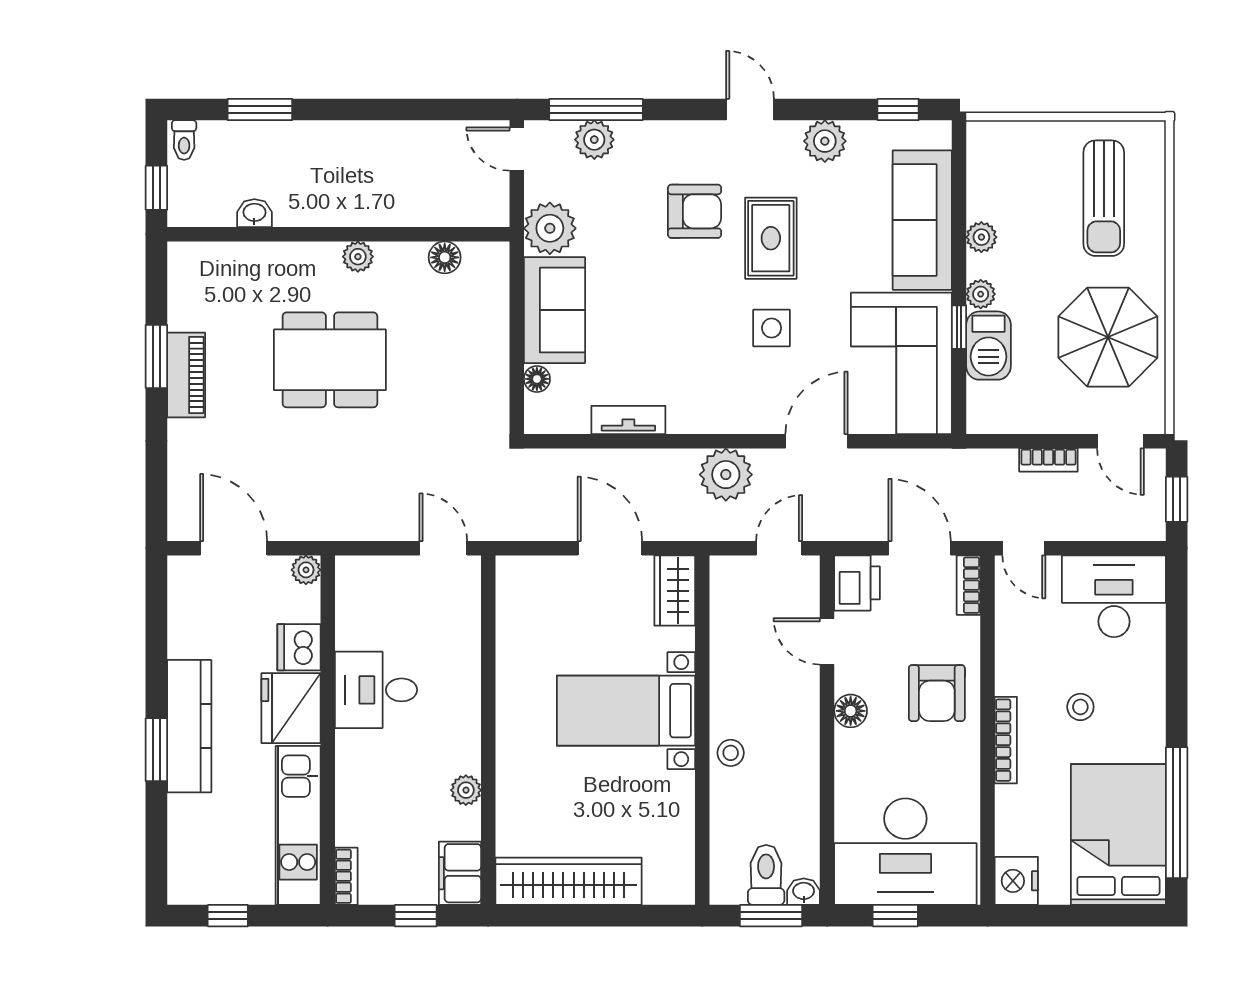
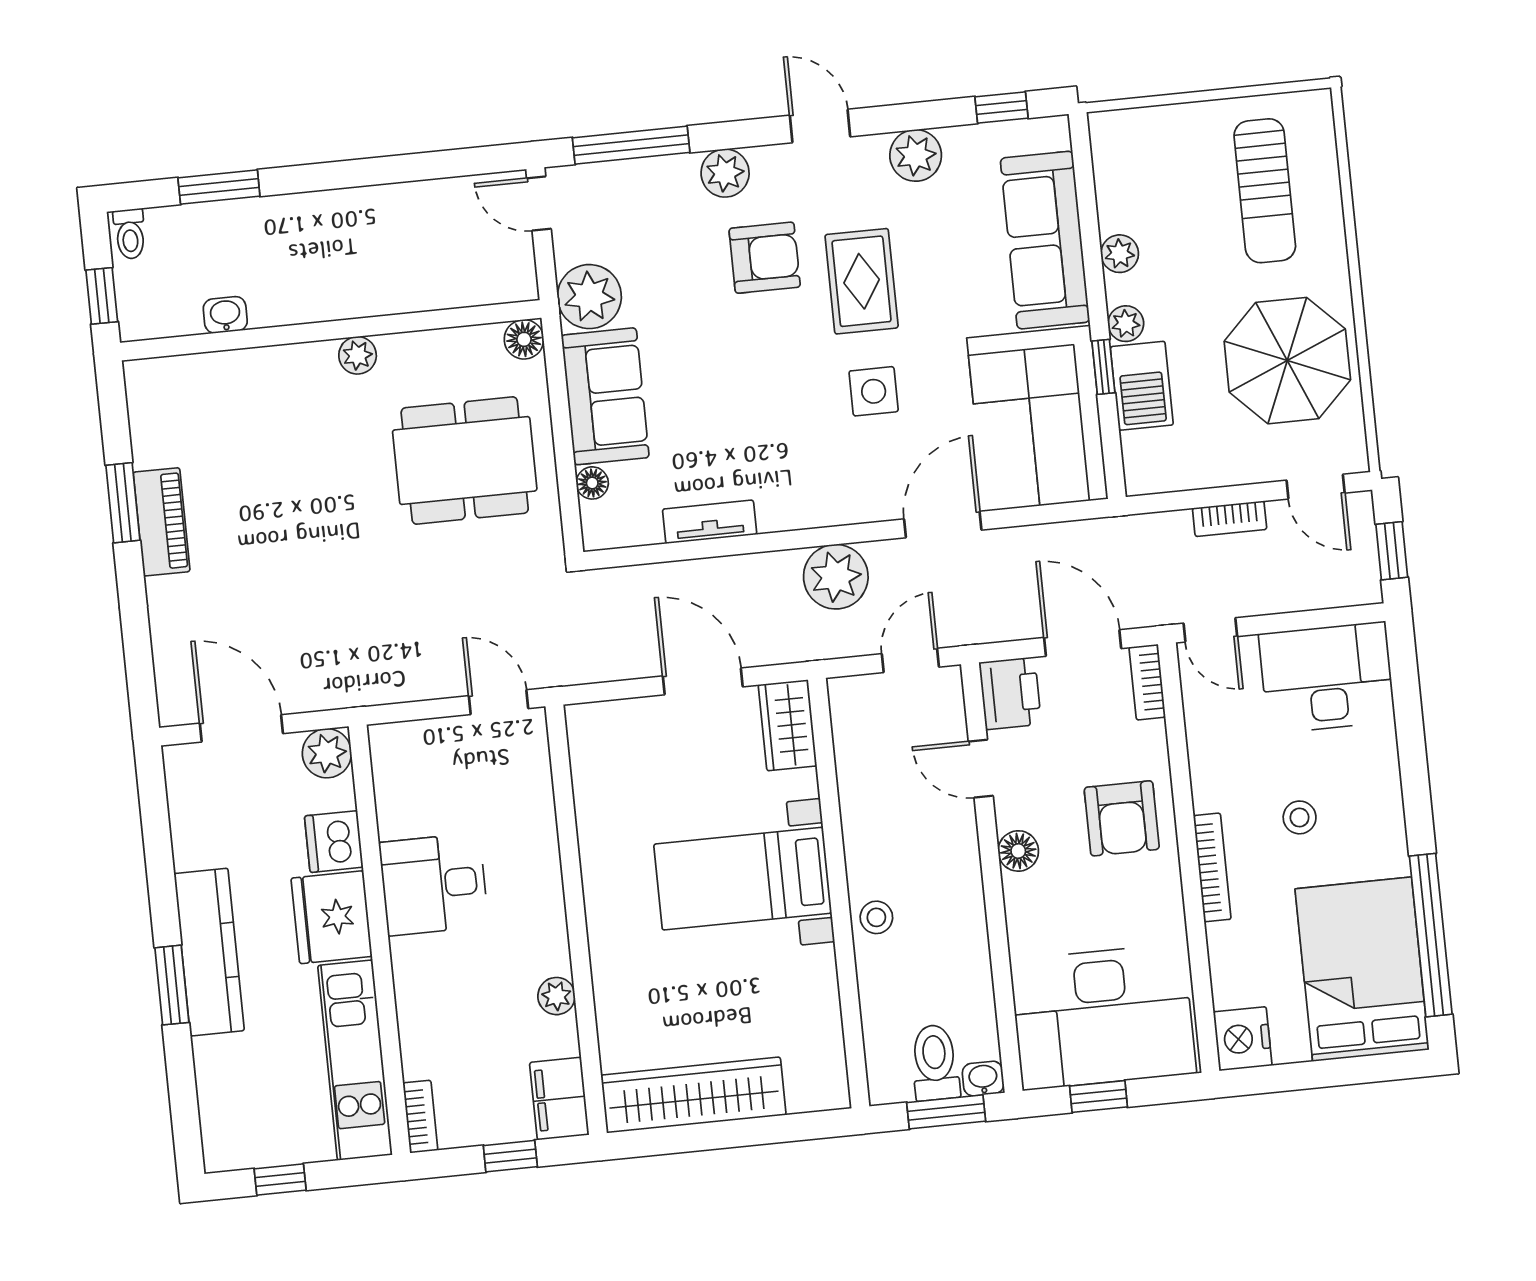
plant: (594, 140) -> (725, 173), moved
floor lamp: (445, 257) -> (524, 339), moved
dining table: (330, 360) -> (465, 460), moved
plant: (306, 570) -> (327, 753), width x1.38, depth x1.38

